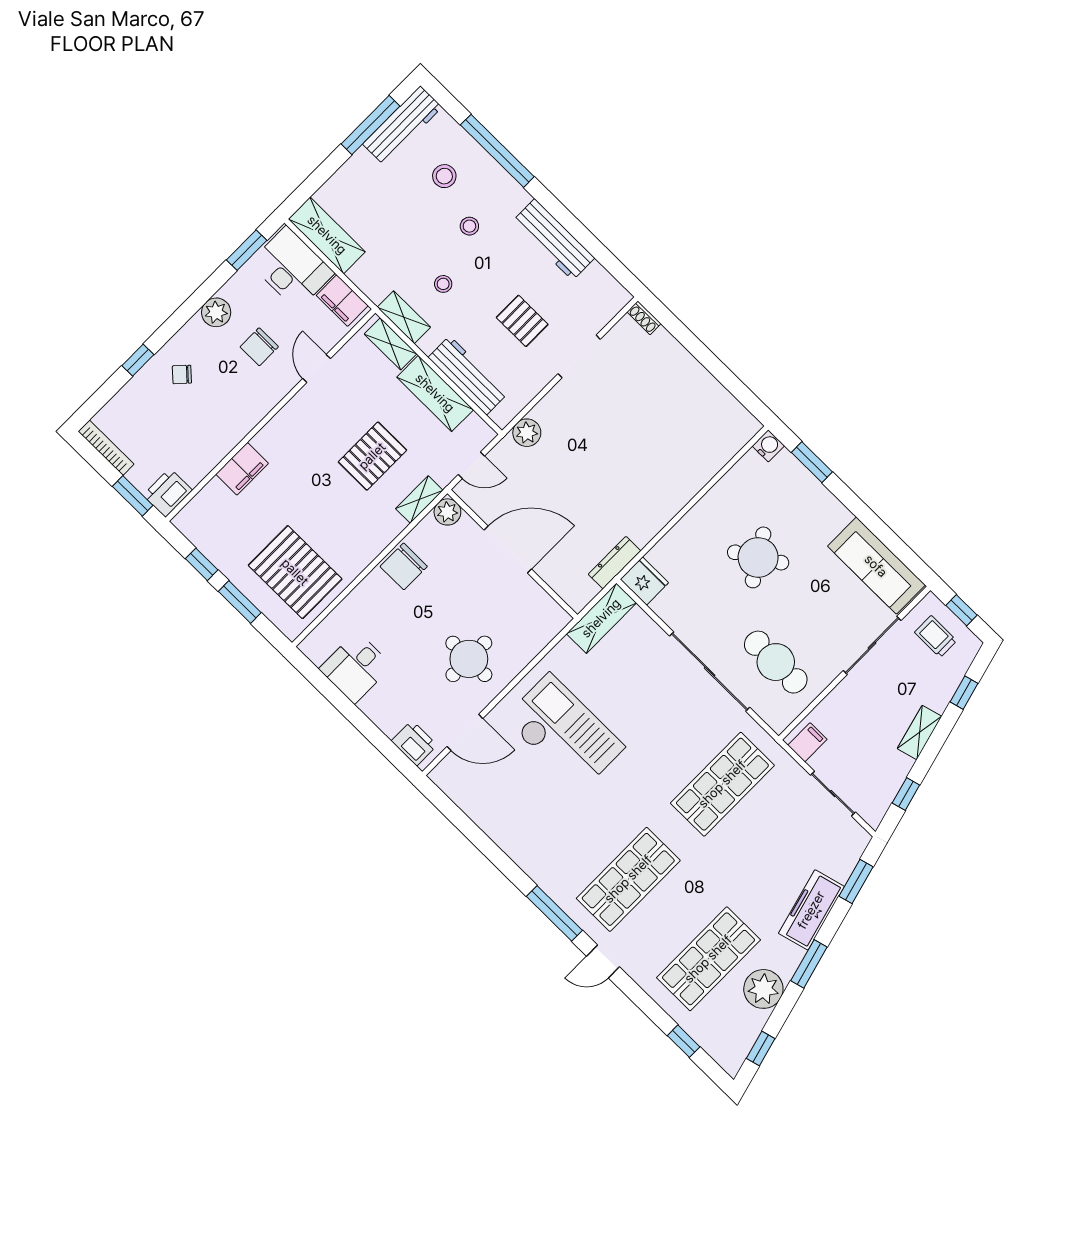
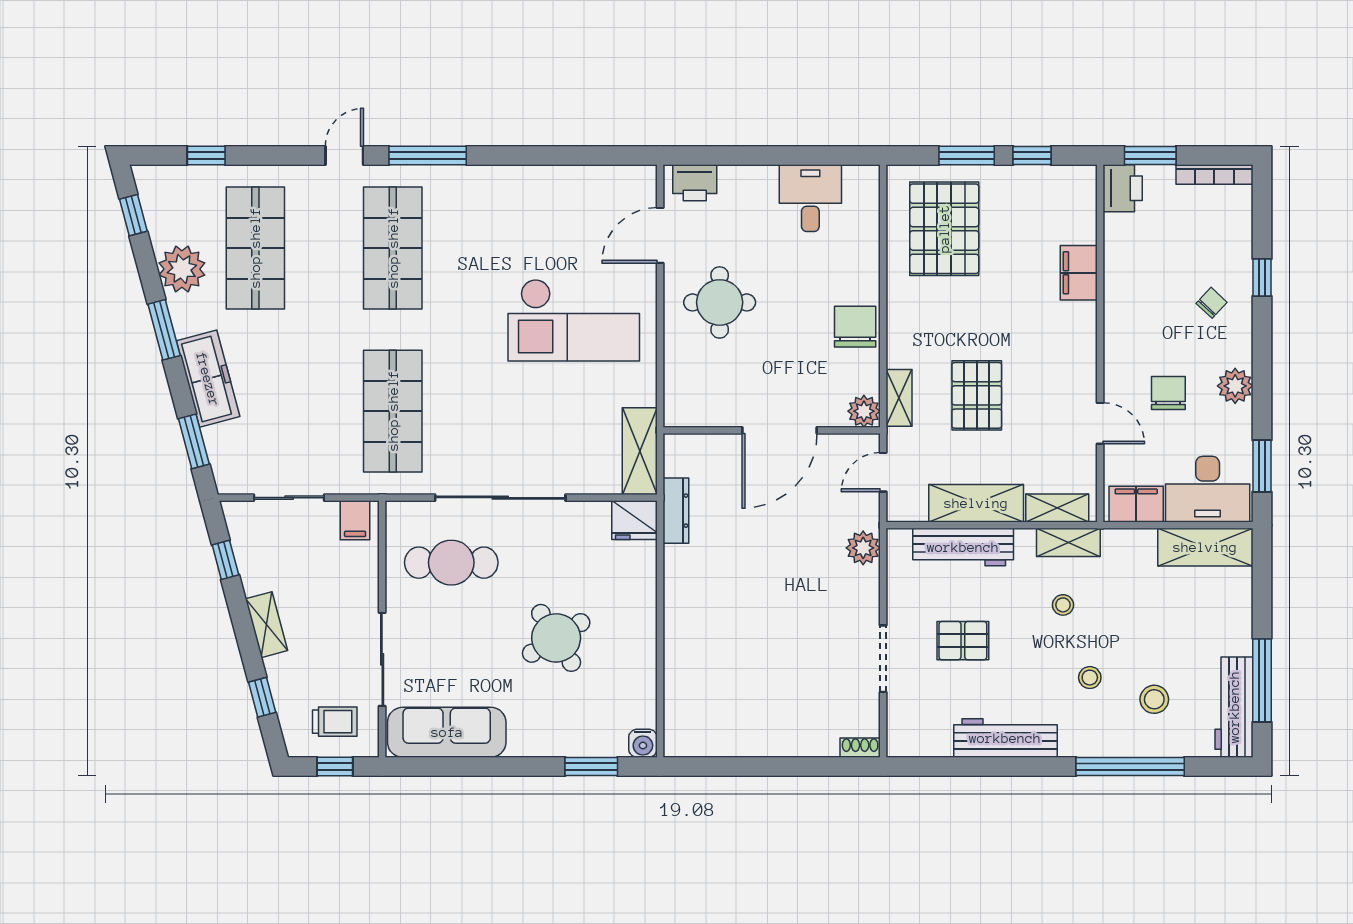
pallet: (295, 572) -> (944, 229), turned 90

